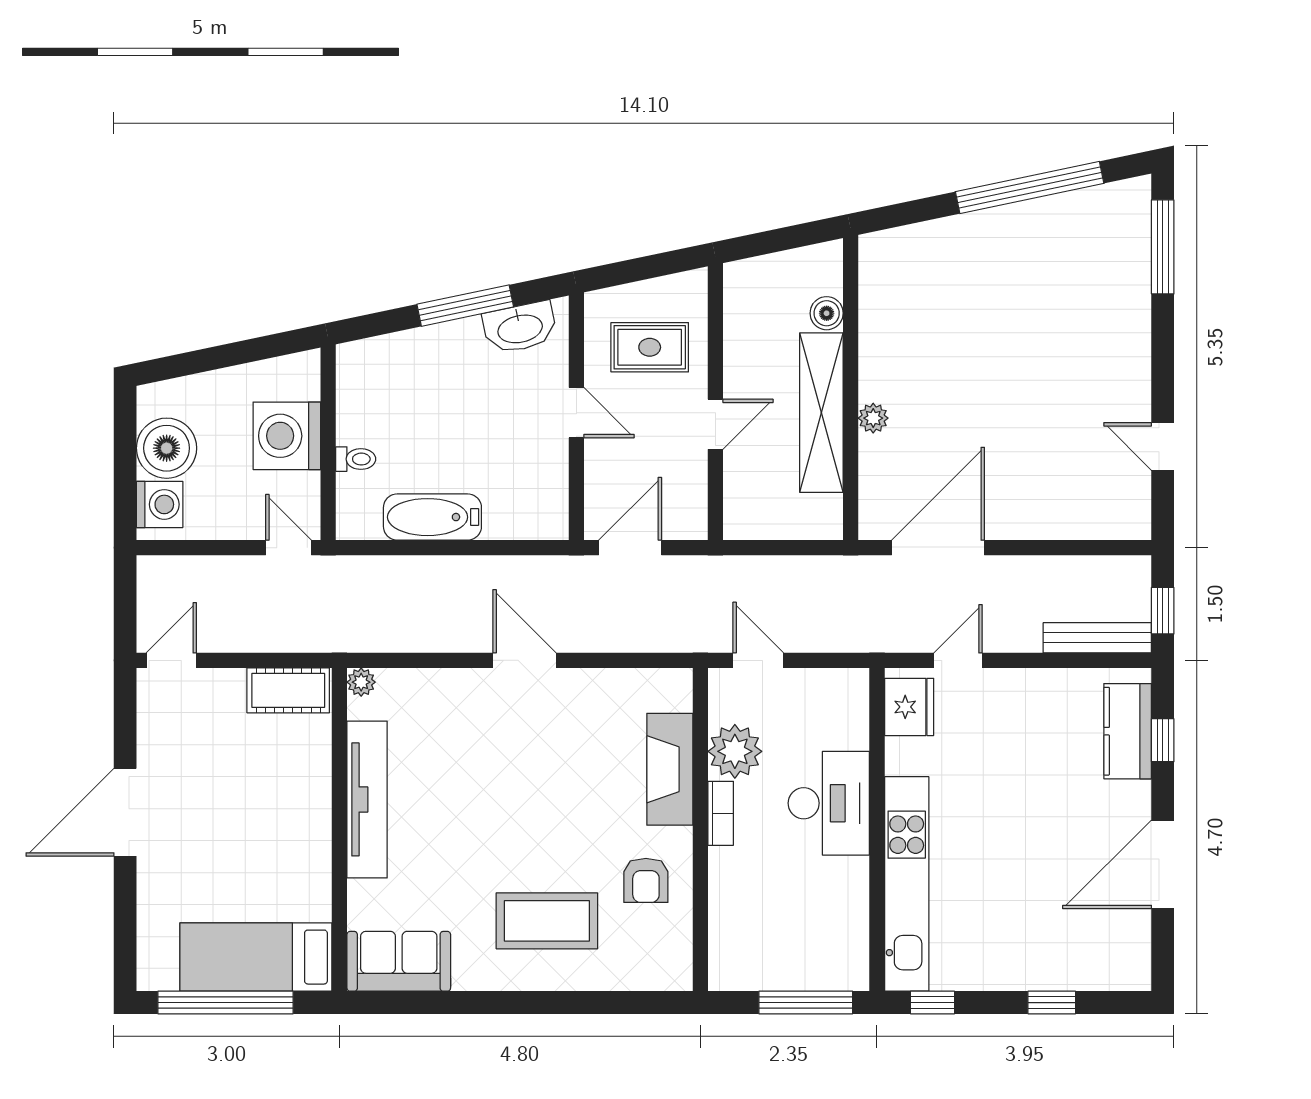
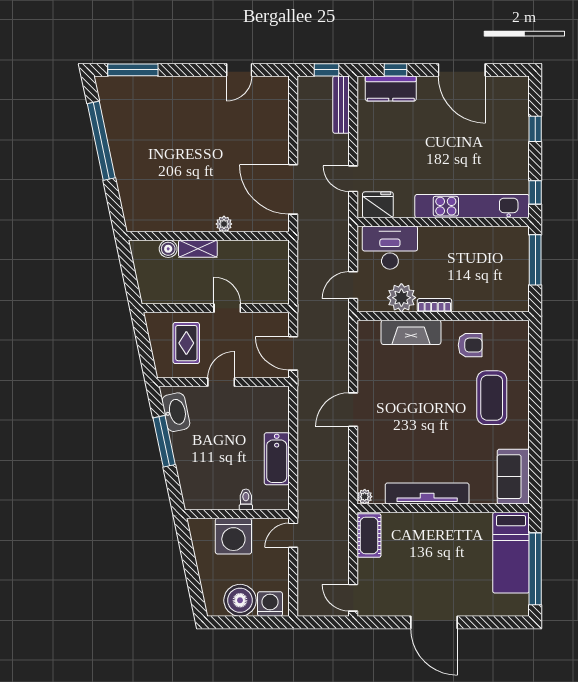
shelving: (821, 413) -> (198, 249), width x0.45, depth x0.75
desk: (829, 803) -> (390, 248), moved

